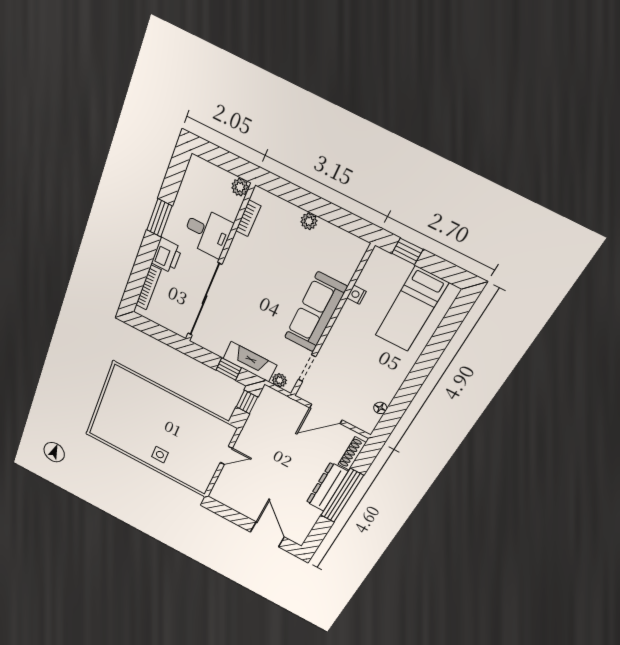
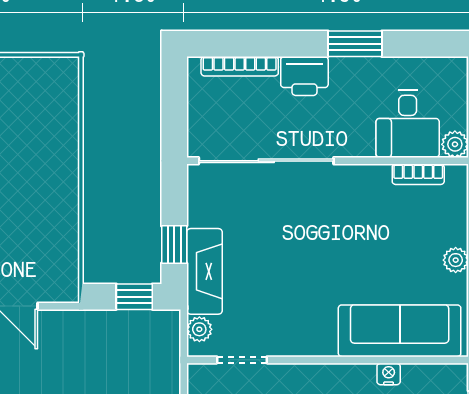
desk: (207, 232) -> (408, 124), moved
sofa: (315, 312) -> (400, 331), moved

